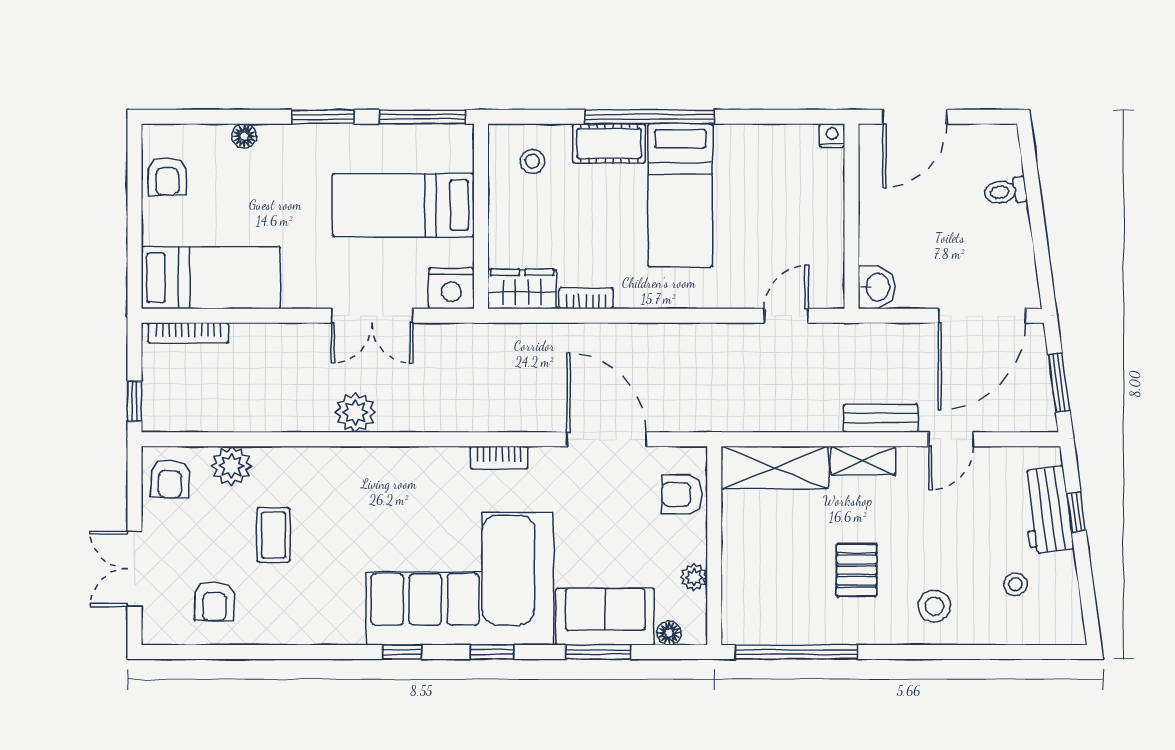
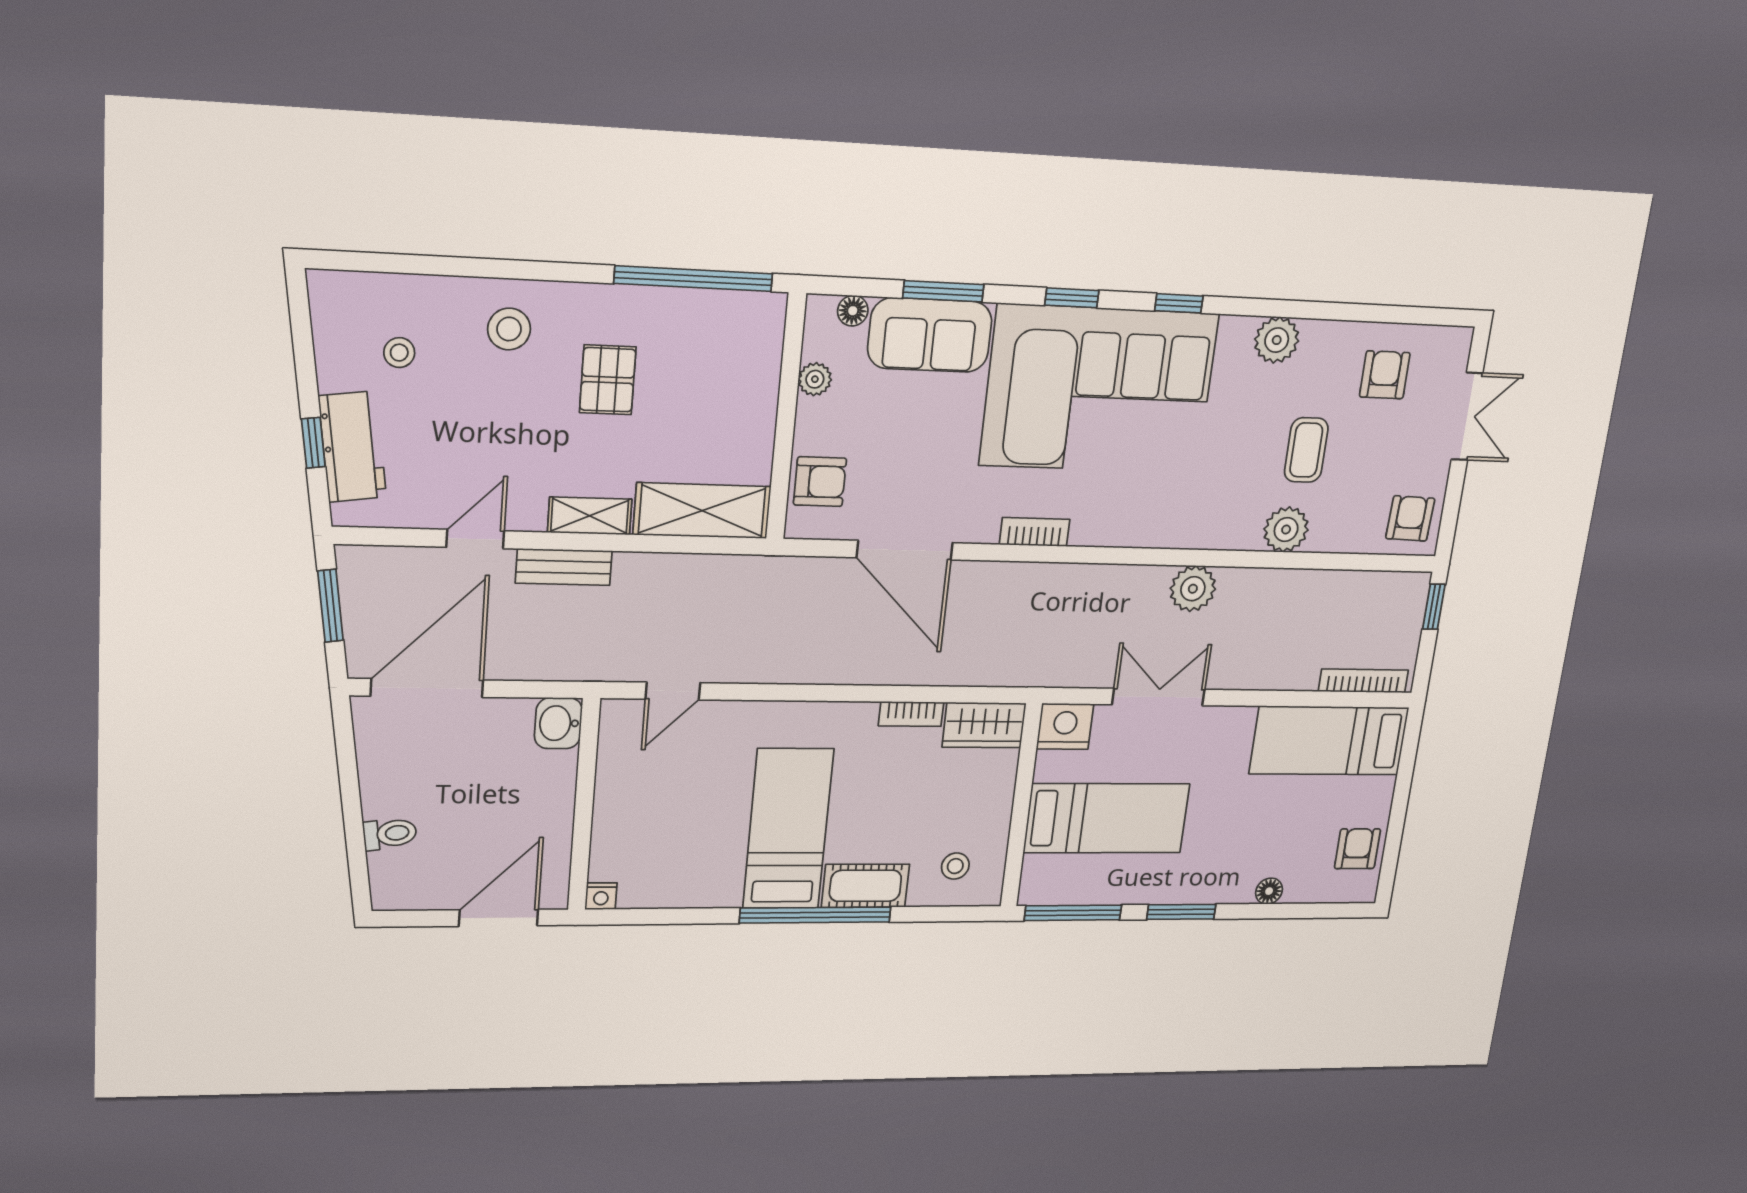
plant: (231, 466) -> (1286, 530), moved
plant: (314, 626) -> (1277, 340), added

